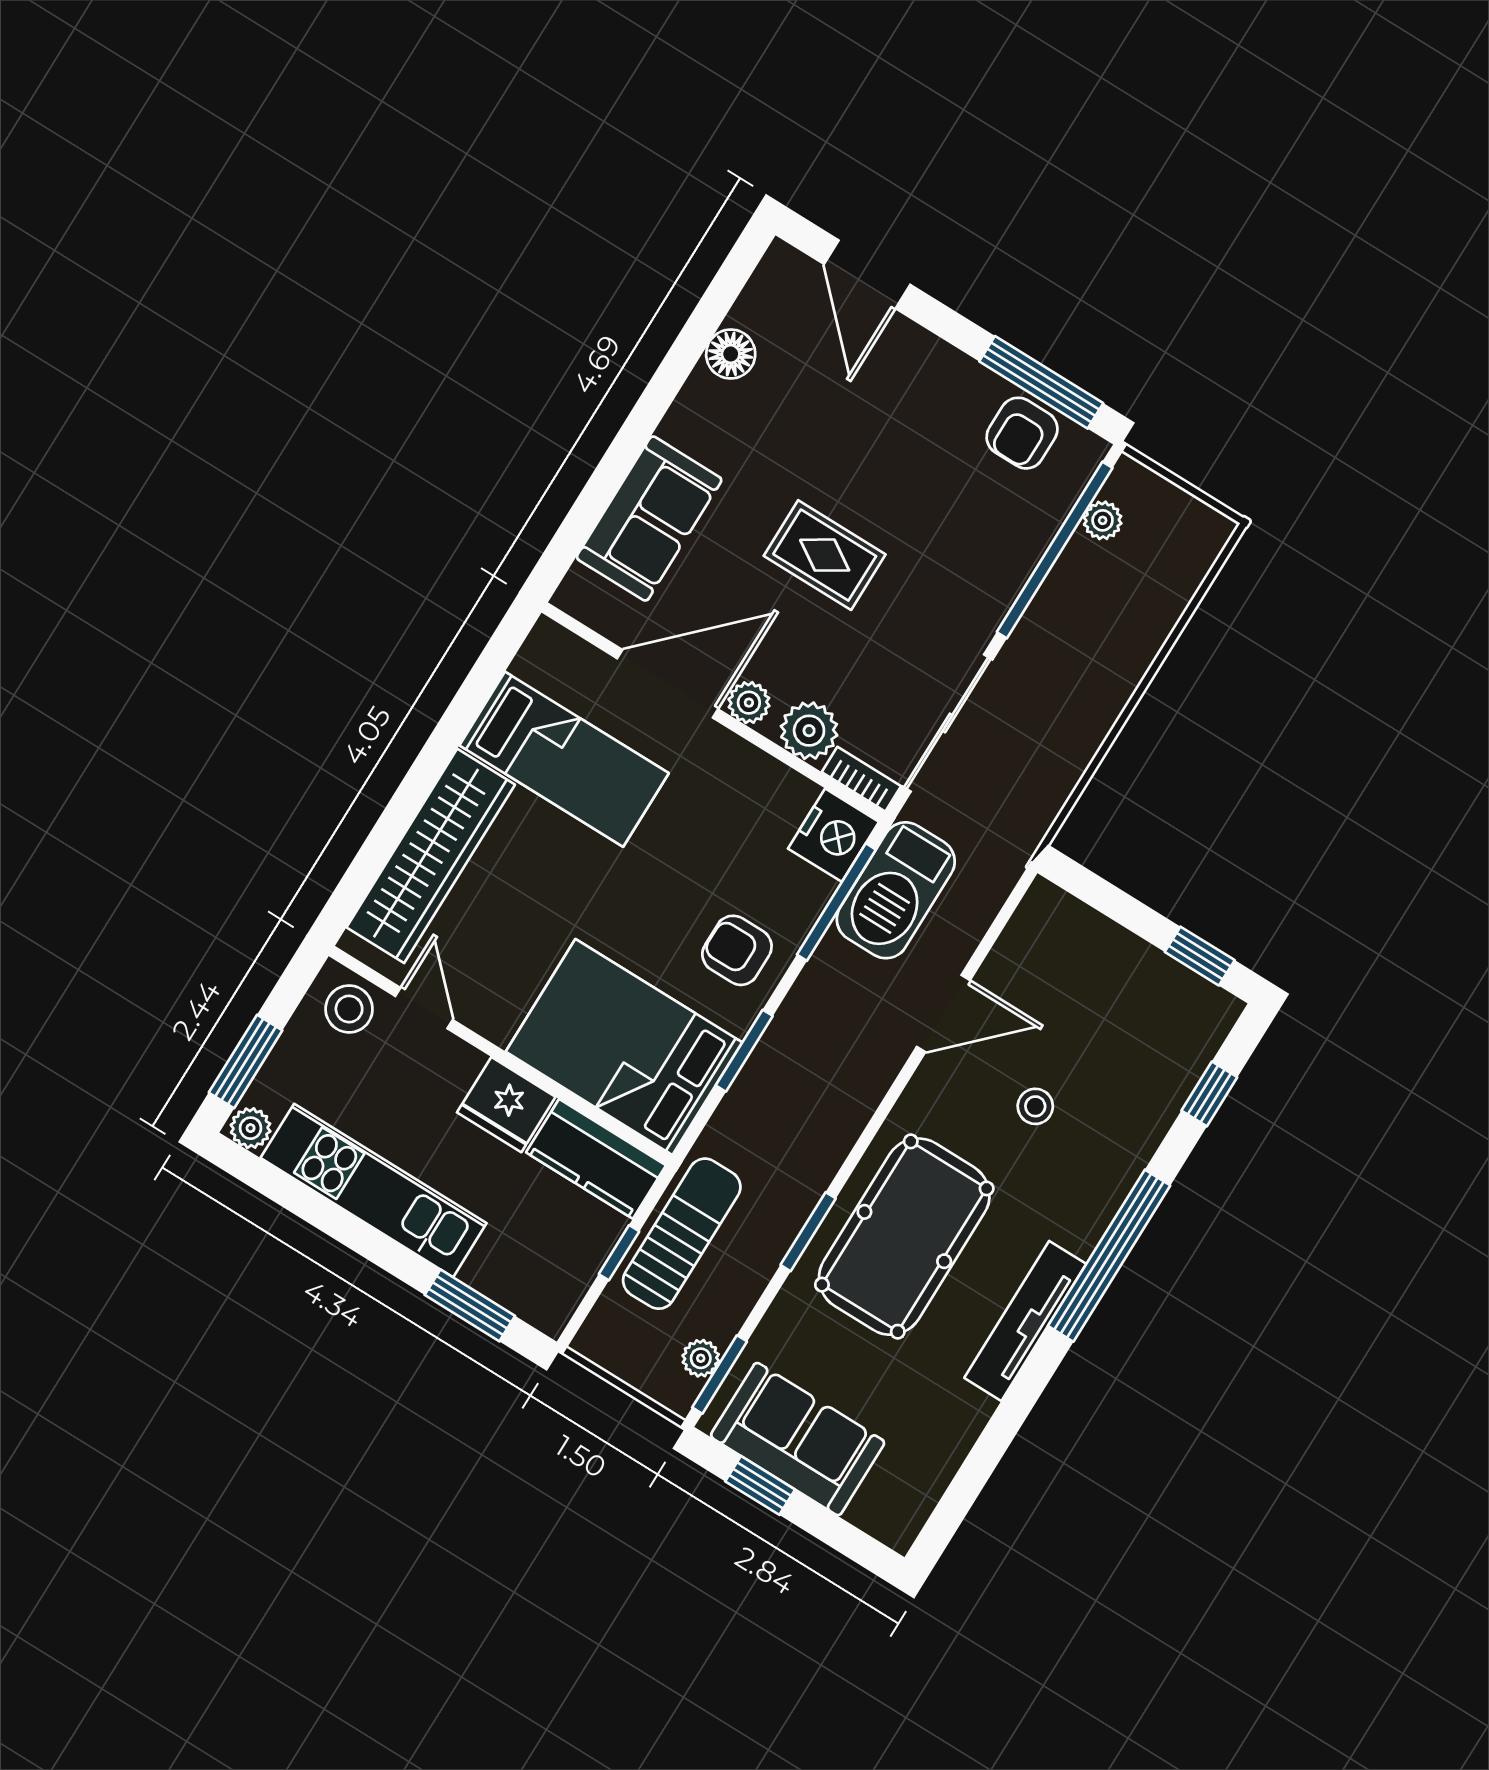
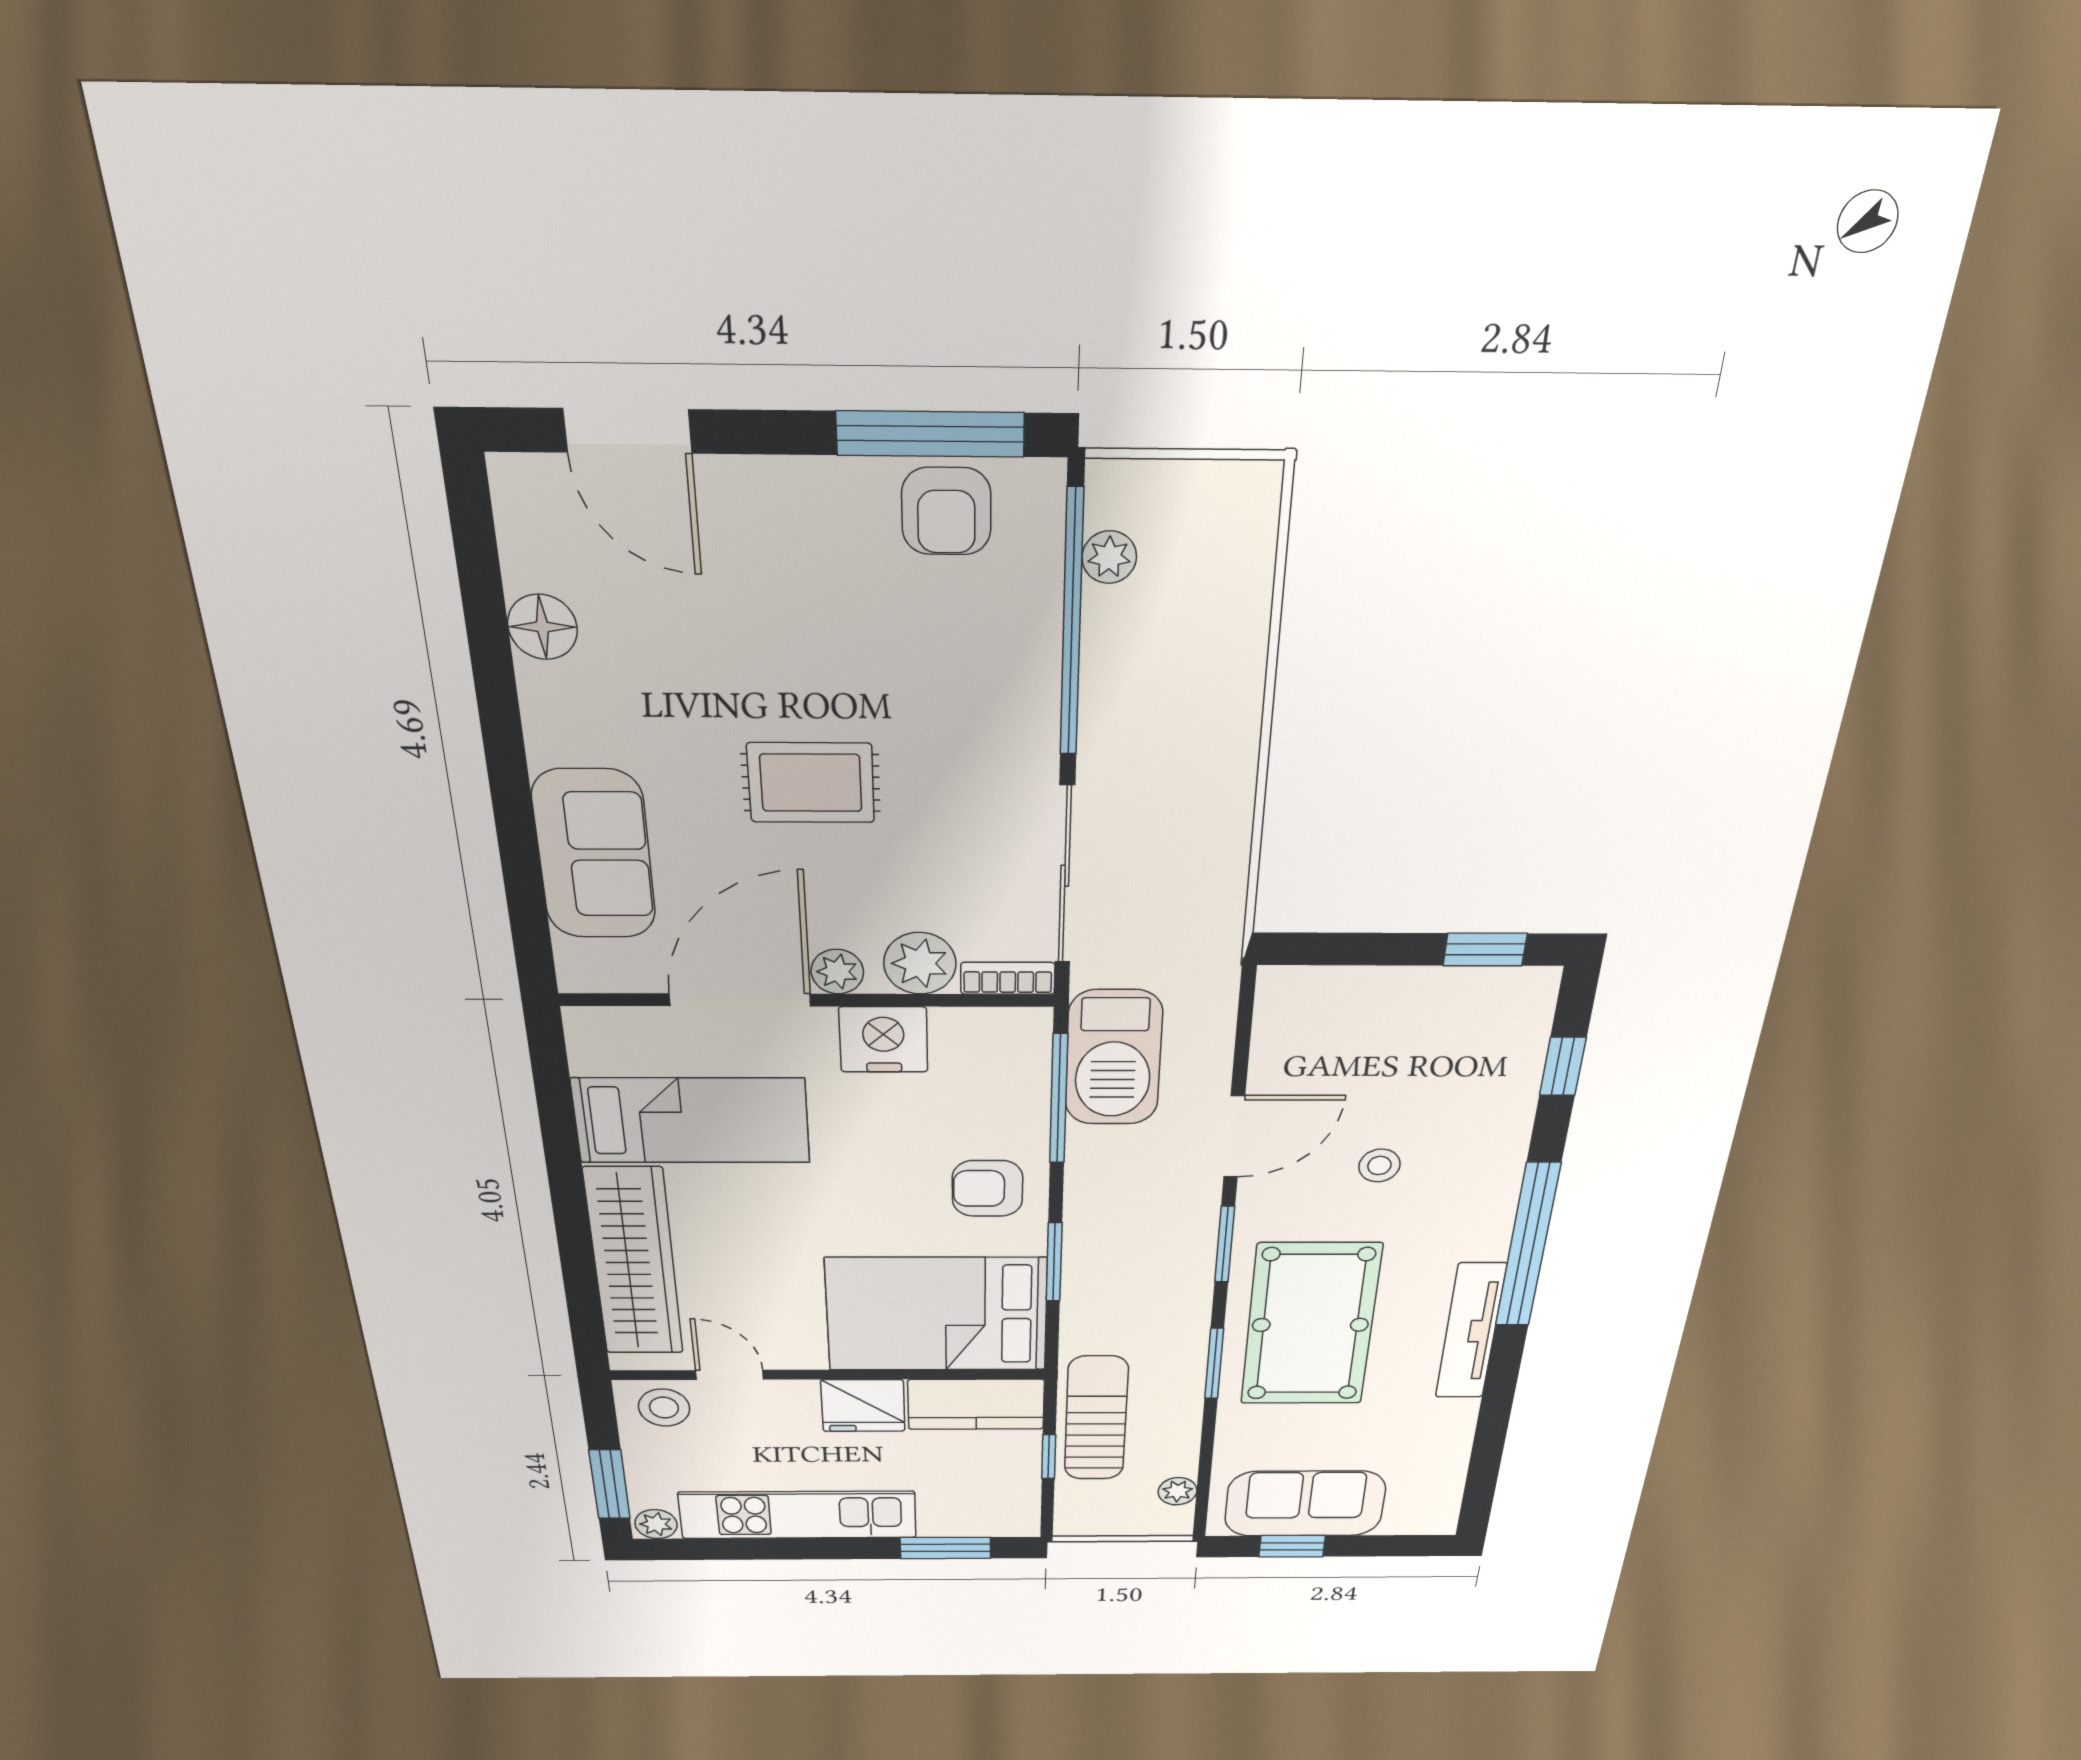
nightstand: (833, 835) -> (883, 1040), moved, turned -90
window: (720, 1374) -> (1225, 1244), moved

